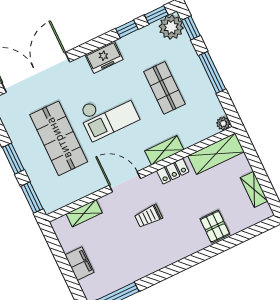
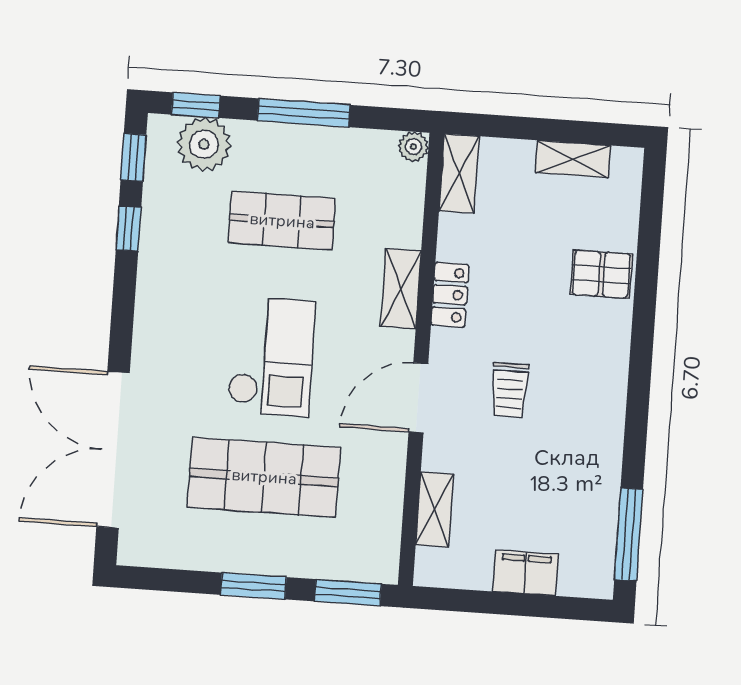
plant: (171, 27) -> (204, 144), moved
freezer: (104, 57) -> (158, 303), removed
shelving: (216, 154) -> (459, 174), width x0.67, depth x0.75

